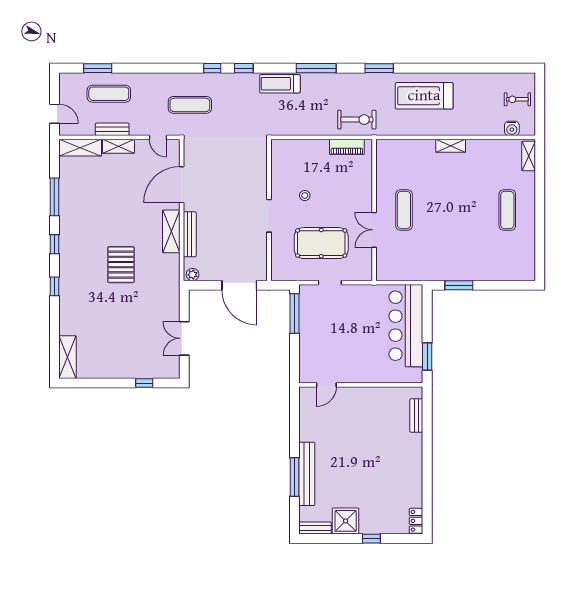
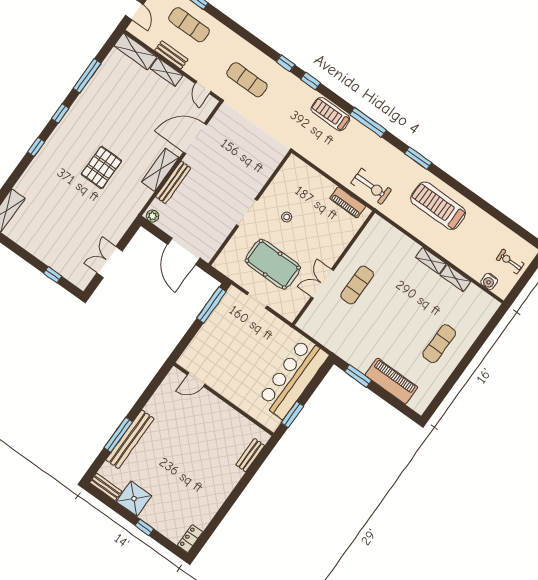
shelving: (529, 156) -> (455, 278), moved, turned 90
piano: (490, 270) -> (391, 381), added

